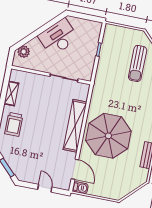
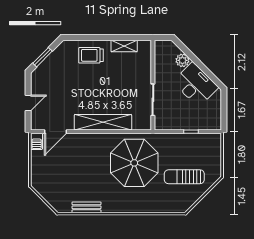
plant: (24, 52) -> (182, 60), moved
parasol: (108, 136) -> (134, 163), moved

